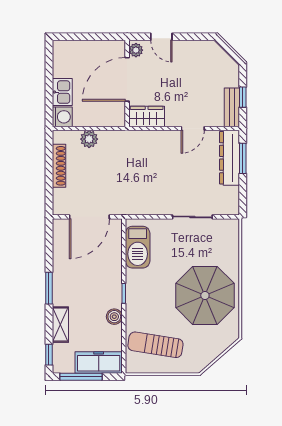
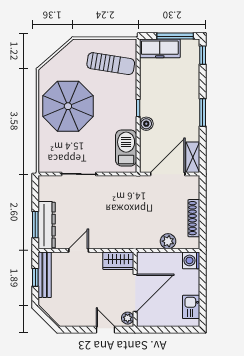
kitchen sink: (62, 92) -> (191, 307), moved
bench: (232, 107) -> (45, 275), width x1.36
boiler: (114, 317) -> (146, 124), moved
shelving: (60, 325) -> (193, 157), moved

